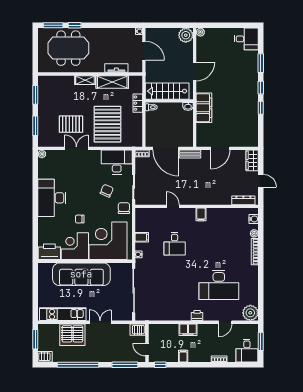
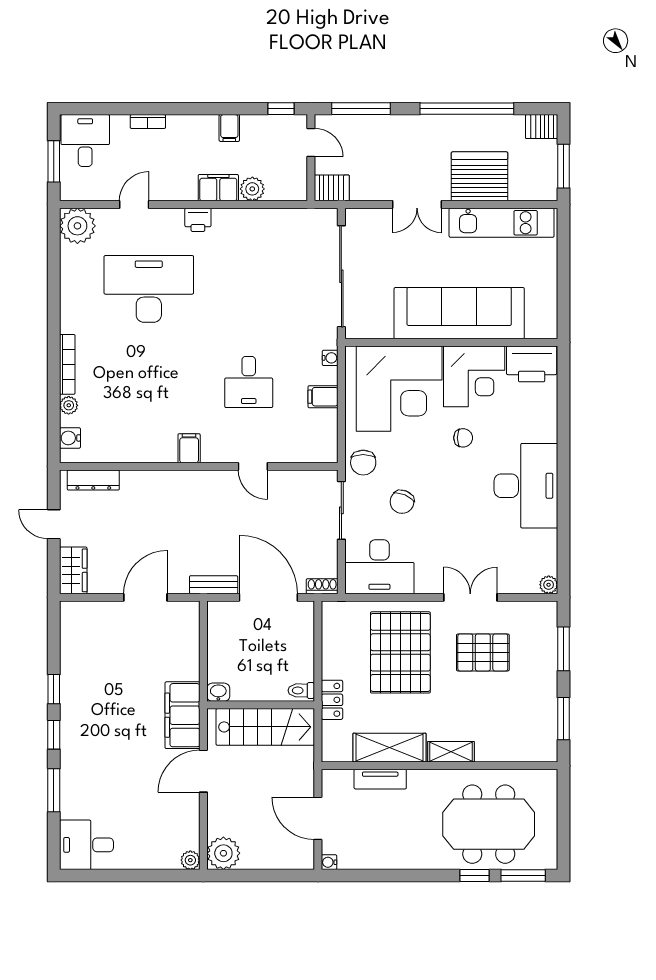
filing cabinet: (204, 108) -> (183, 715), moved
double door: (76, 148) -> (470, 597), swing flipped
desk: (175, 244) -> (249, 382), turned 180
plant: (173, 329) -> (252, 189), added

